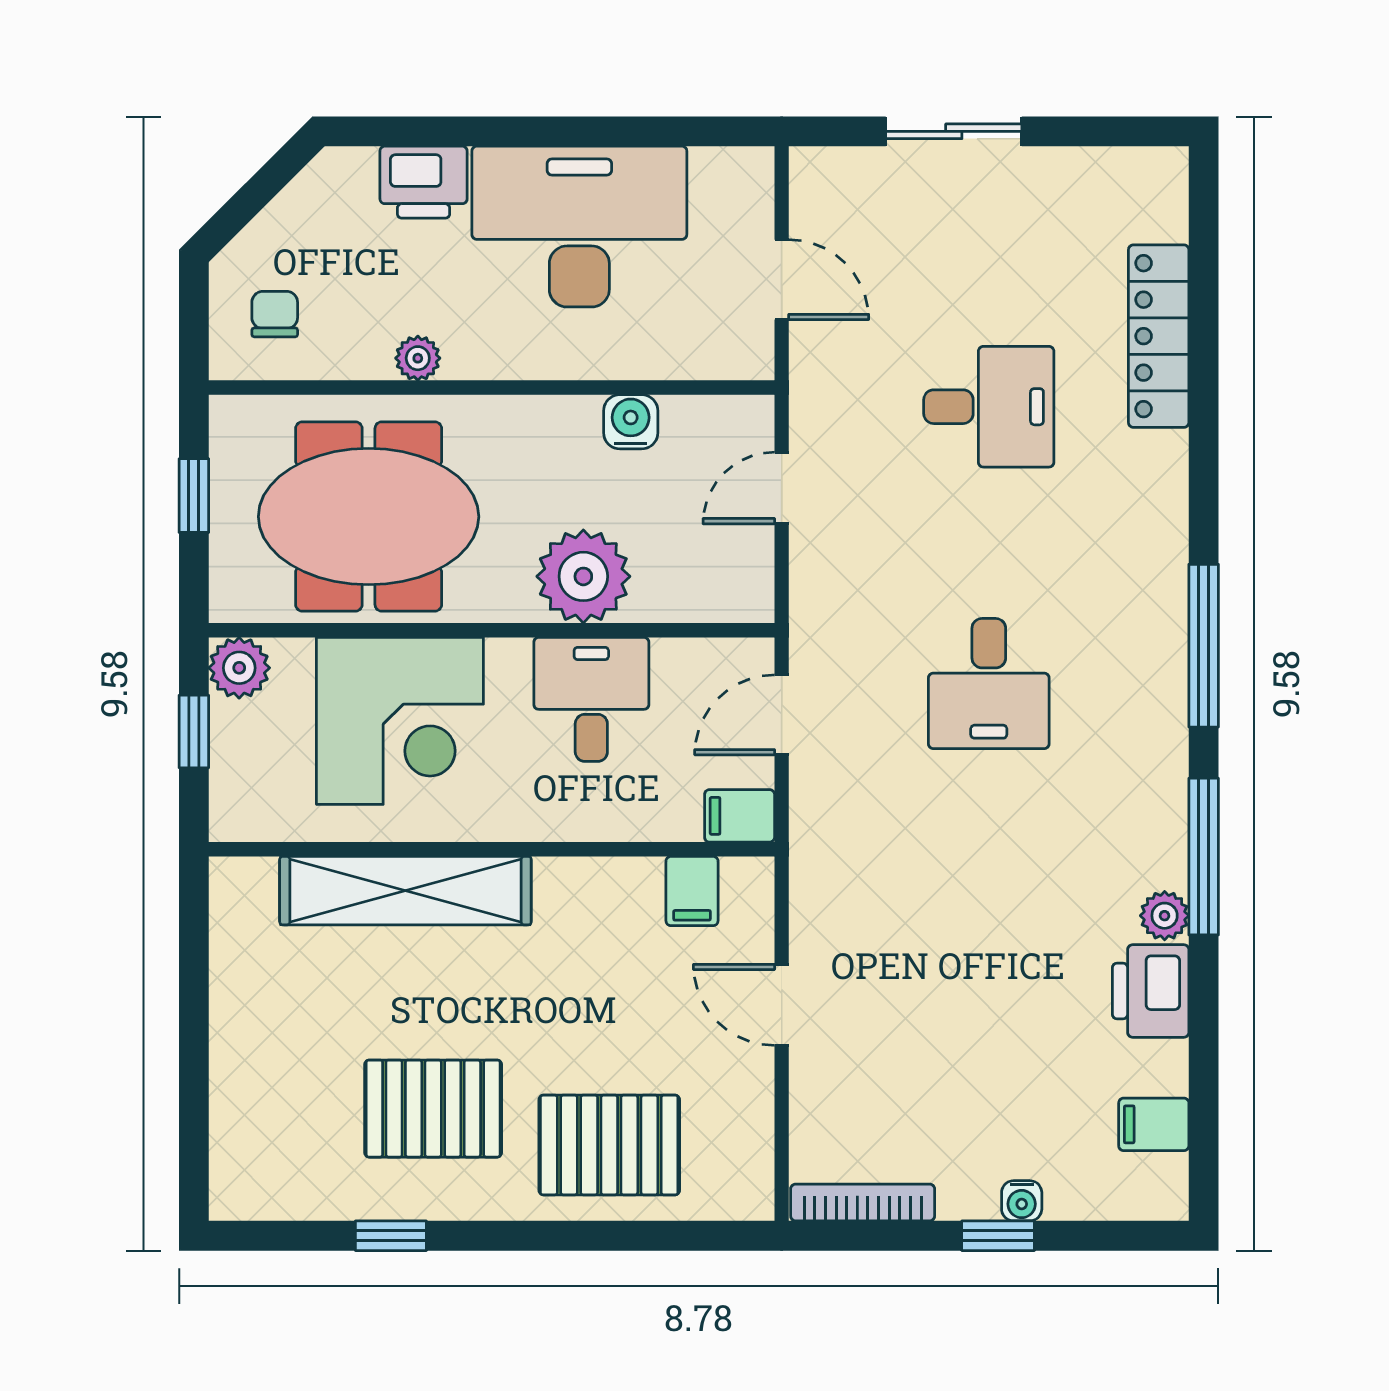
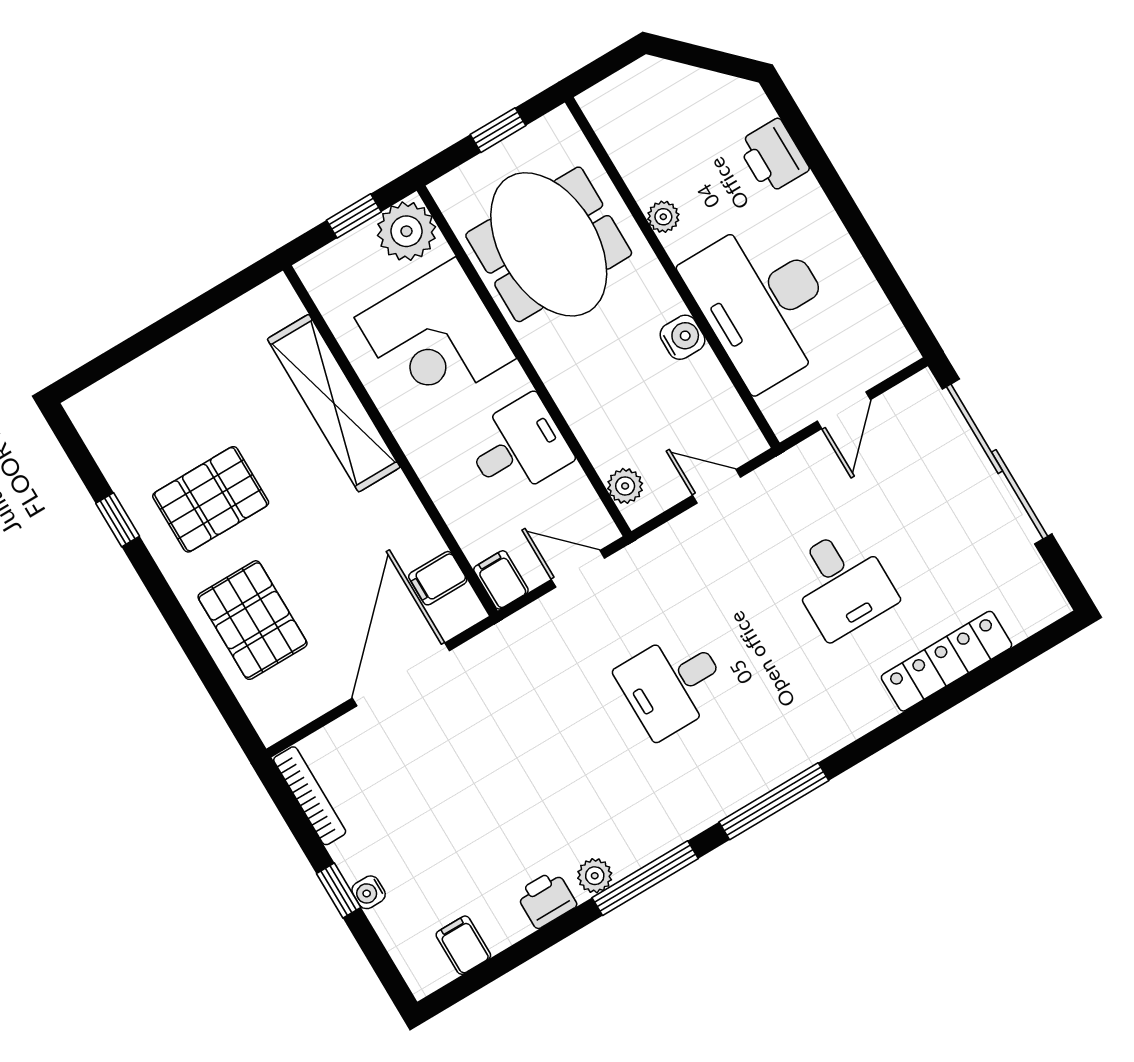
sliding door: (954, 131) -> (997, 462), width x1.86
desk: (579, 227) -> (763, 303), moved, turned 180
chair: (275, 314) -> (638, 113), removed
water cooler: (631, 422) -> (683, 337), moved
plant: (583, 576) -> (625, 486), moved, width x0.53, depth x0.53
plant: (239, 668) -> (406, 231), width x1.36, depth x1.36
printer: (1151, 991) -> (546, 899), width x0.73, depth x0.81
door: (782, 1005) -> (401, 674), width x1.87
pallet: (433, 1109) -> (211, 499), turned 90

